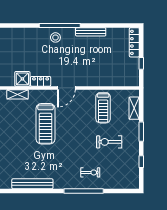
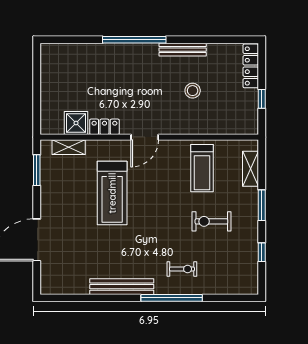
stool: (55, 37) -> (193, 91), moved
bench: (32, 184) -> (122, 287), moved

